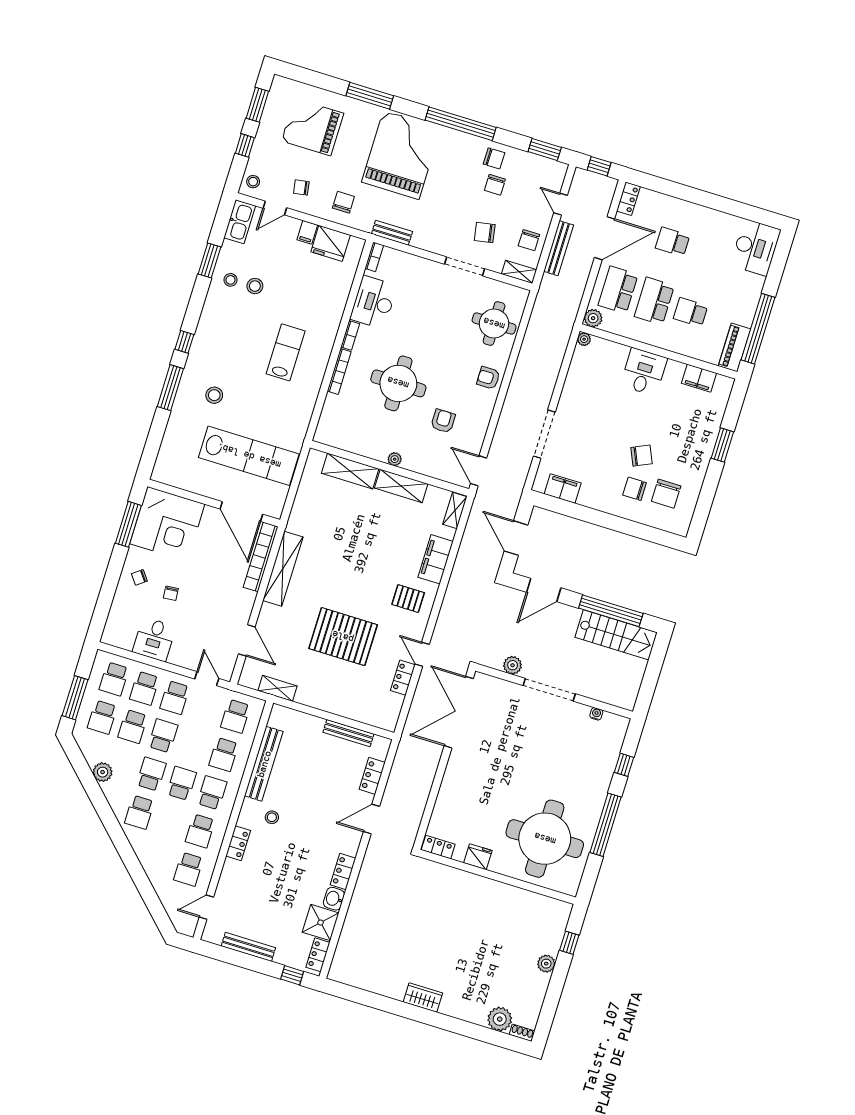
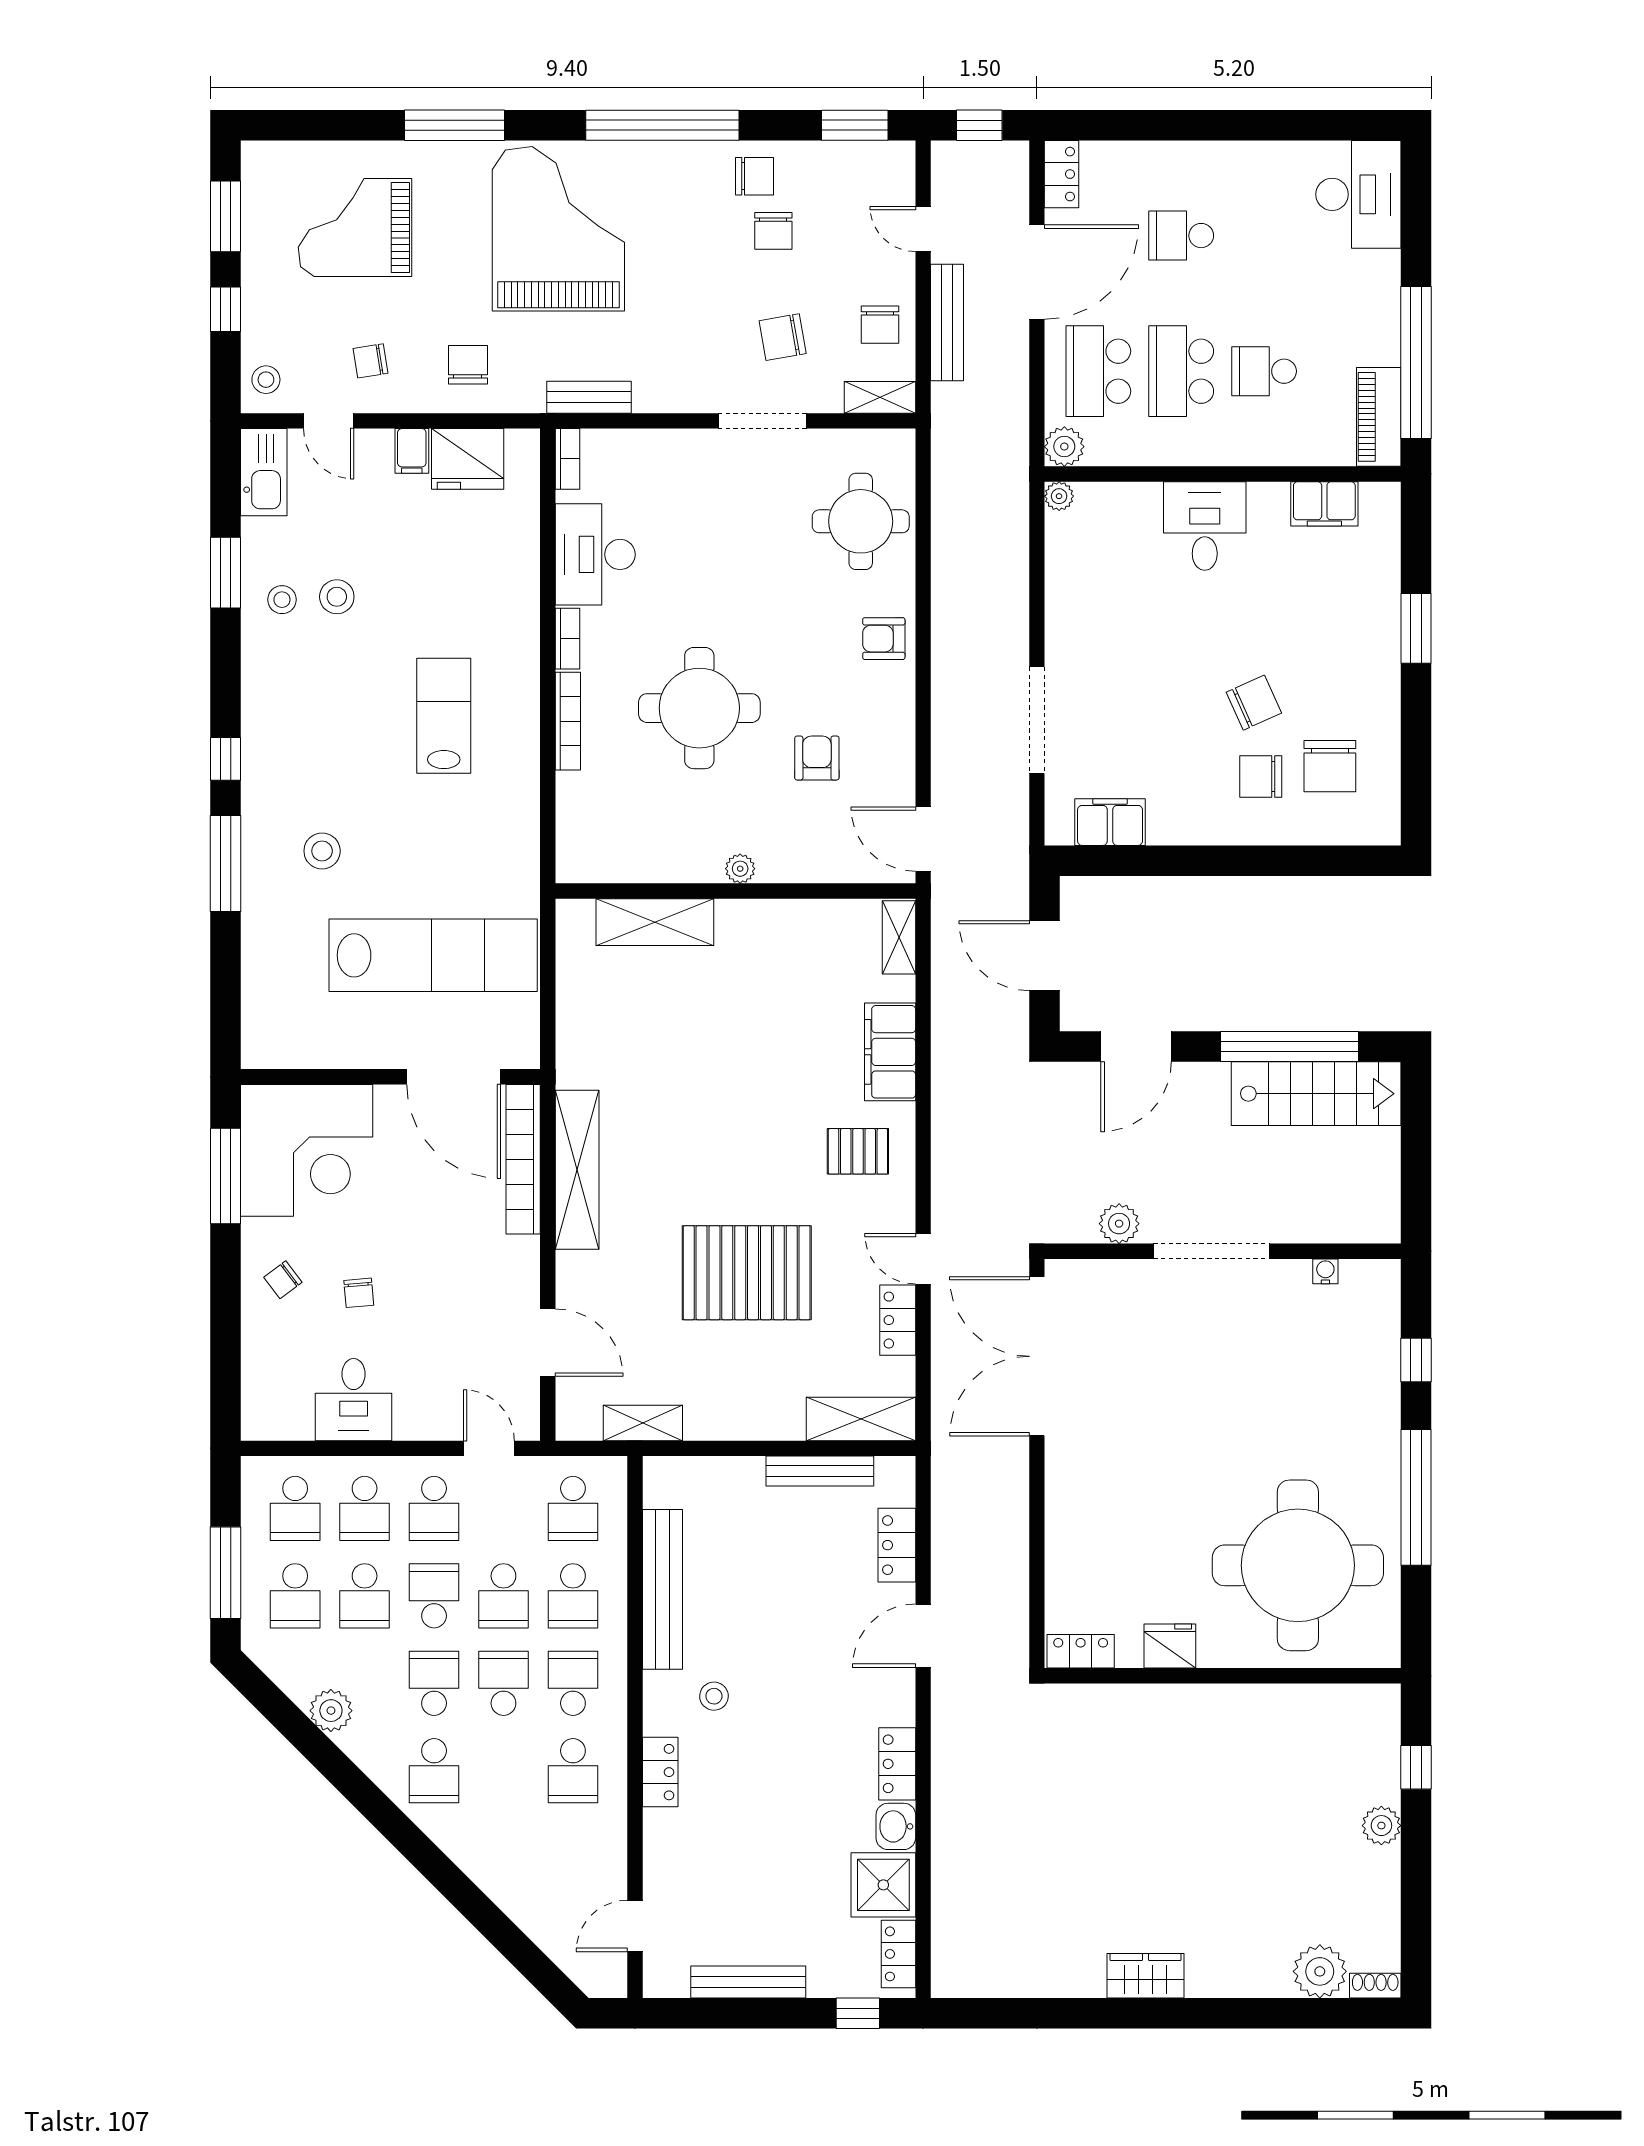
door: (275, 208) -> (329, 421), hinge flipped
shelving: (401, 486) -> (861, 1419), moved
school desk: (188, 869) -> (503, 1596), moved

